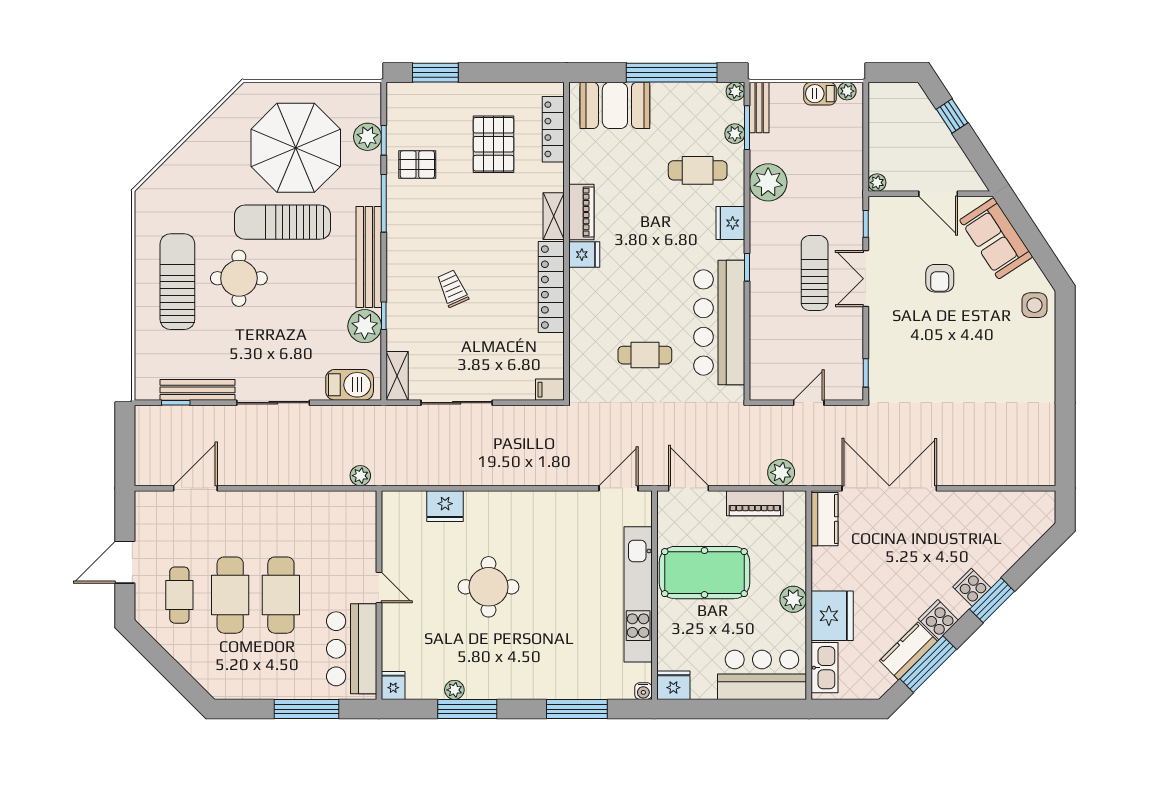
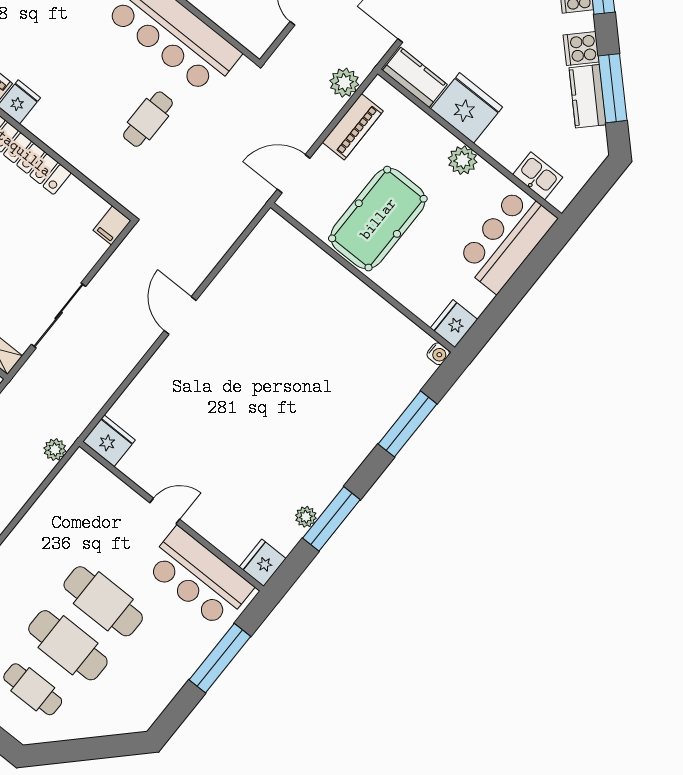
door: (619, 488) -> (180, 315), moved
fridge: (445, 506) -> (109, 441), moved, turned -90
round table: (489, 587) -> (240, 416), removed
kitchen unit: (638, 594) -> (351, 291), removed
fridge: (832, 616) -> (467, 108), moved
kitchen sink: (824, 668) -> (538, 176), width x0.73
fridge: (393, 685) -> (263, 563), width x1.38

